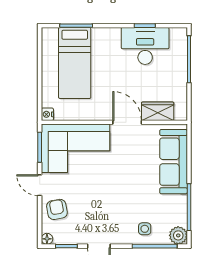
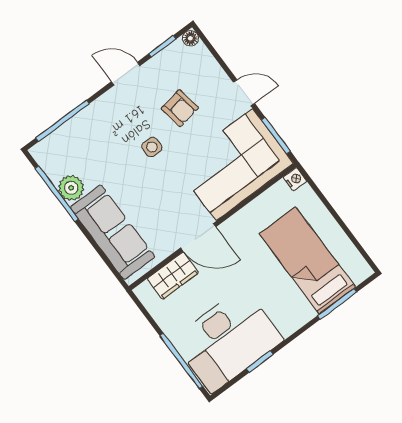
desk: (145, 46) -> (228, 340), width x1.36, depth x1.30
armchair: (57, 209) -> (180, 108), moved
side table: (145, 229) -> (152, 147), moved
plant: (178, 235) -> (71, 188), moved

